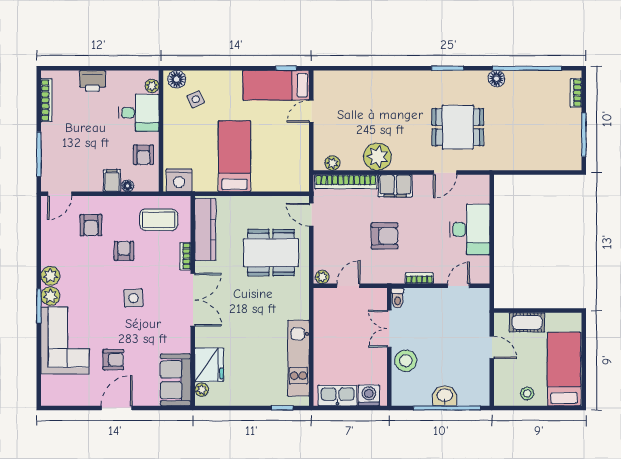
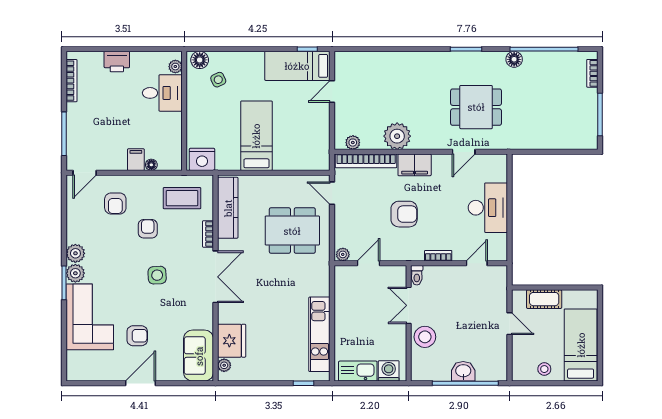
armchair: (143, 155) -> (167, 134), removed

